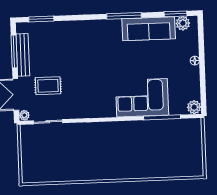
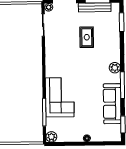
plant: (183, 23) -> (115, 68), moved
rug: (48, 86) -> (87, 37), moved

